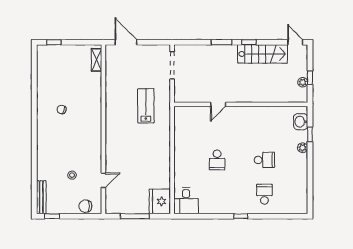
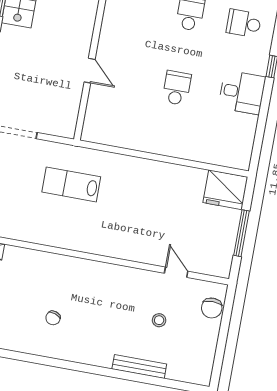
school desk: (217, 160) -> (177, 88), turned -90
bench: (41, 197) -> (139, 367), moved
desk: (186, 201) -> (242, 92), moved
window: (52, 216) -> (218, 363), removed

